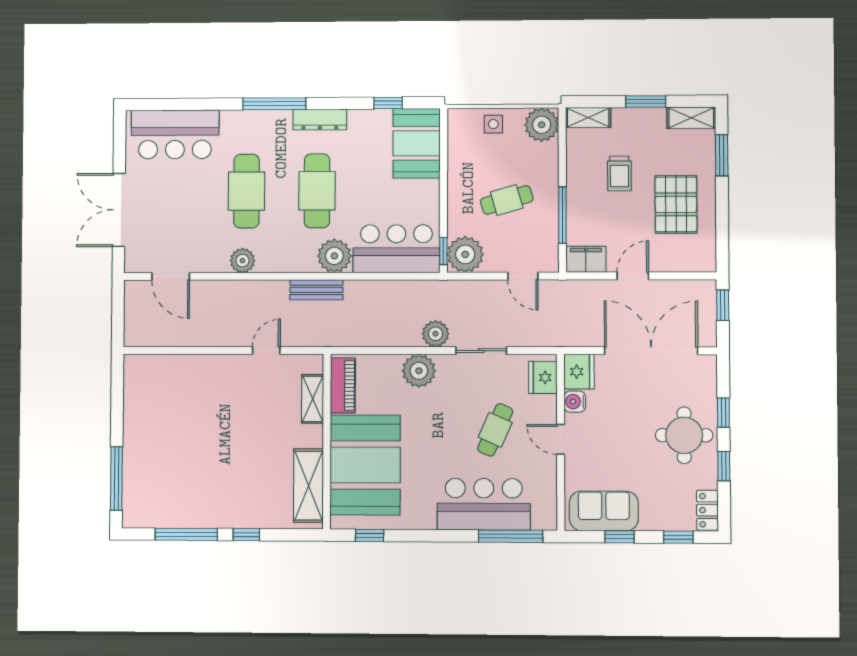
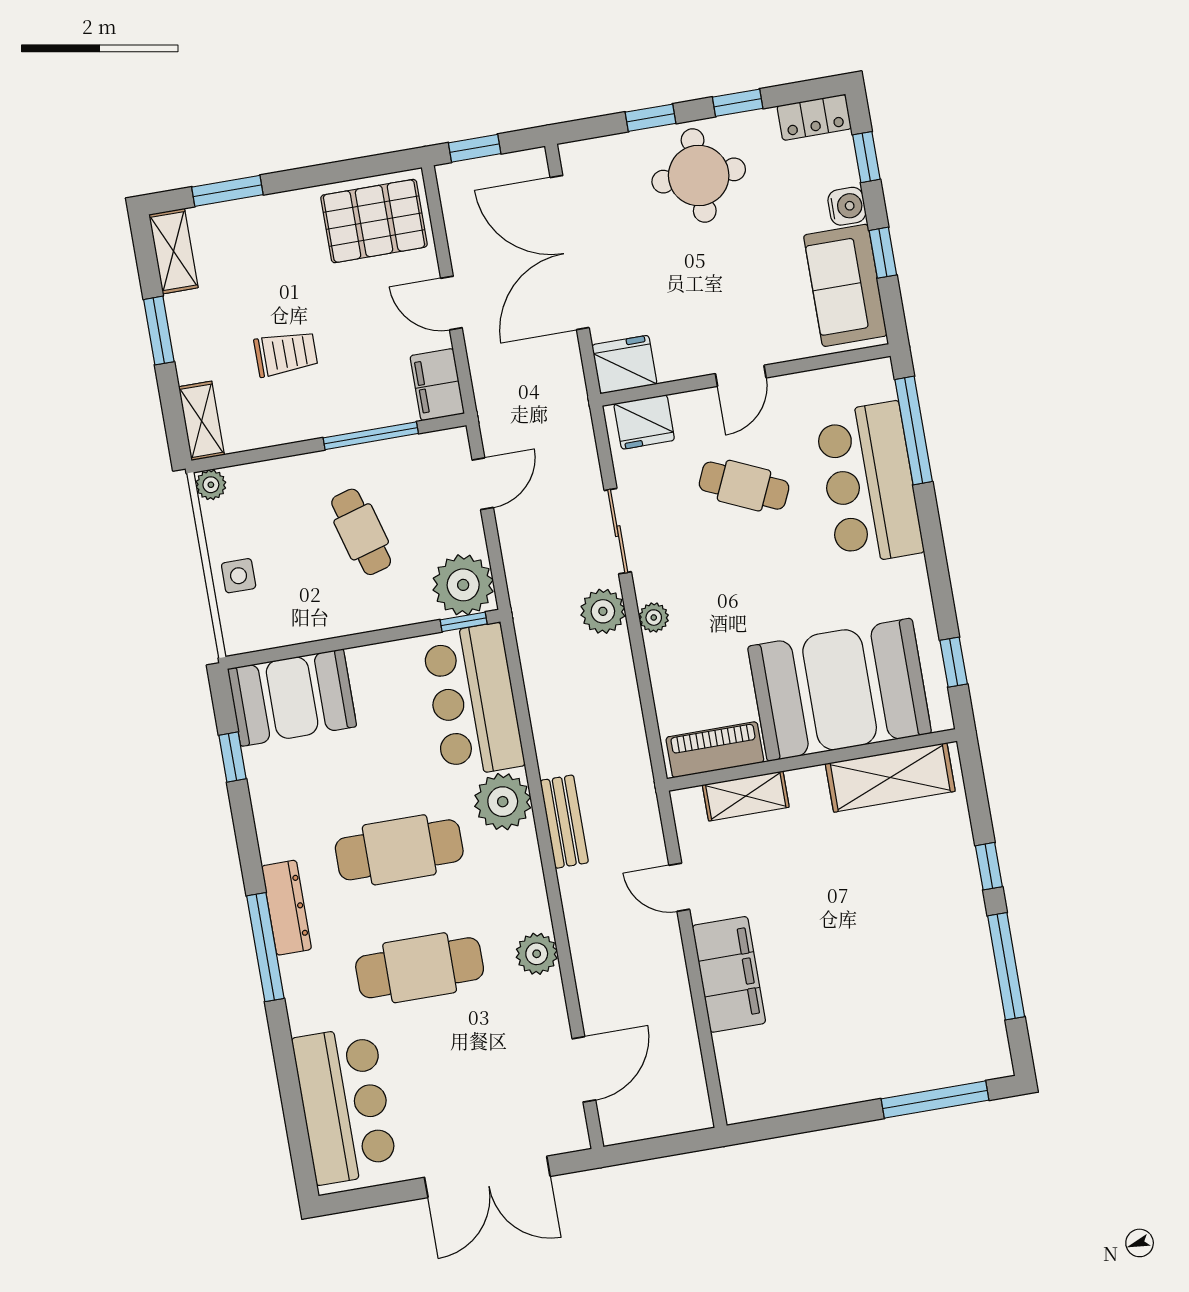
dresser: (320, 120) -> (286, 908), moved
plant: (542, 125) -> (211, 485), width x0.53, depth x0.53
pallet: (676, 204) -> (374, 221), moved
filing cabinet: (211, 371) -> (729, 974), added
plant: (419, 371) -> (654, 618), width x0.53, depth x0.53
water cooler: (575, 402) -> (847, 206), moved, turned -90

